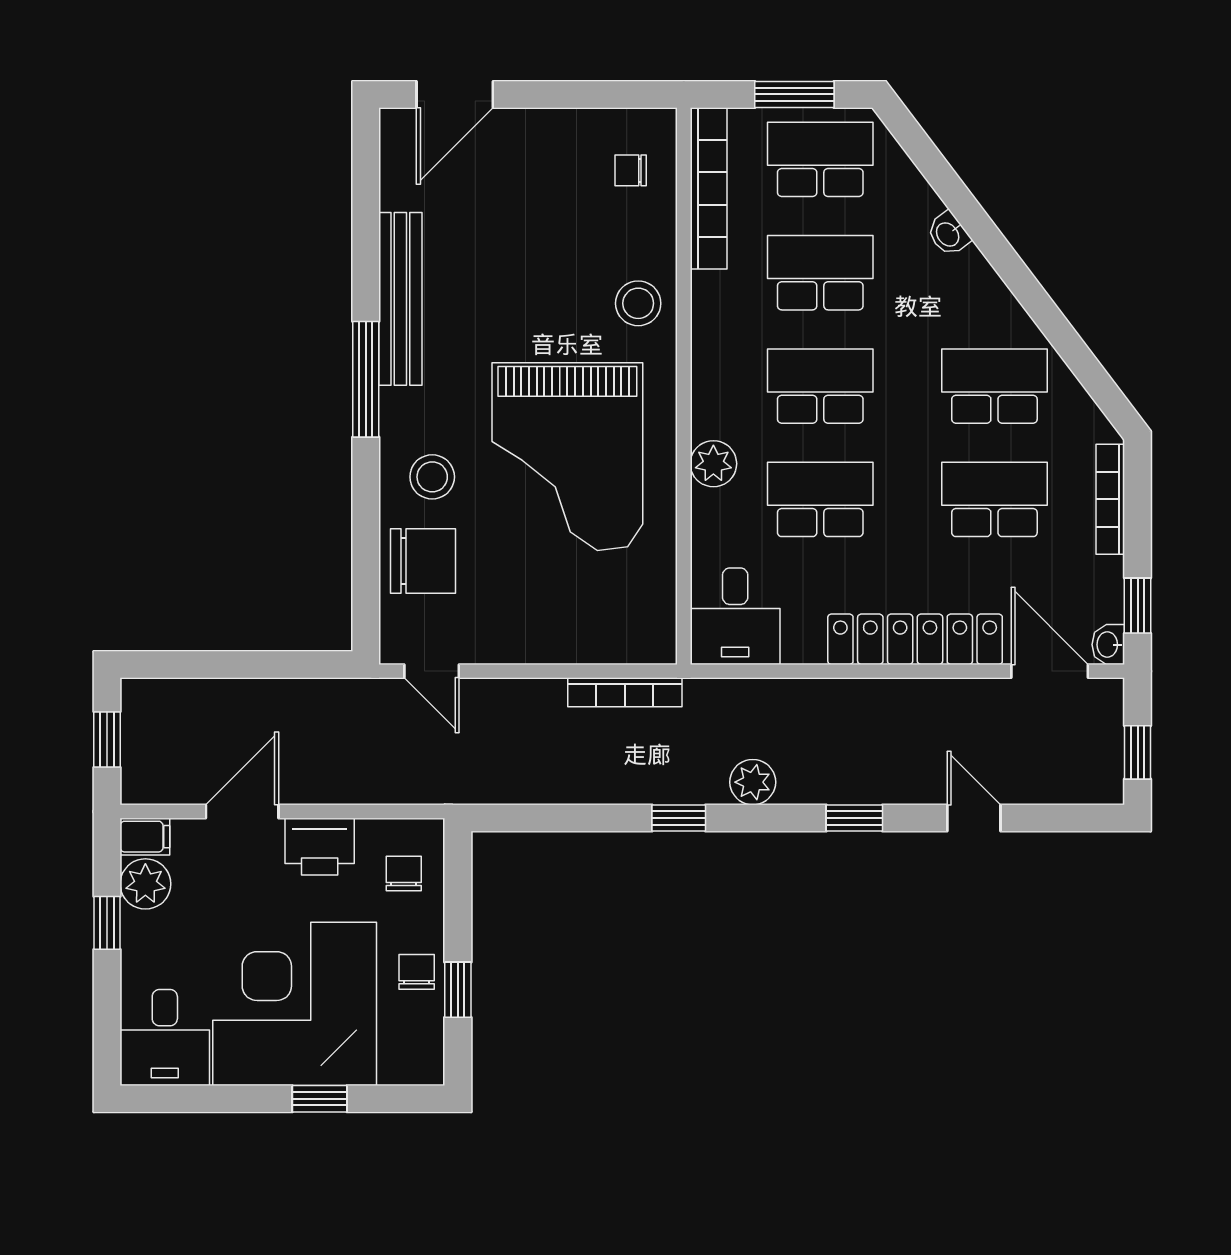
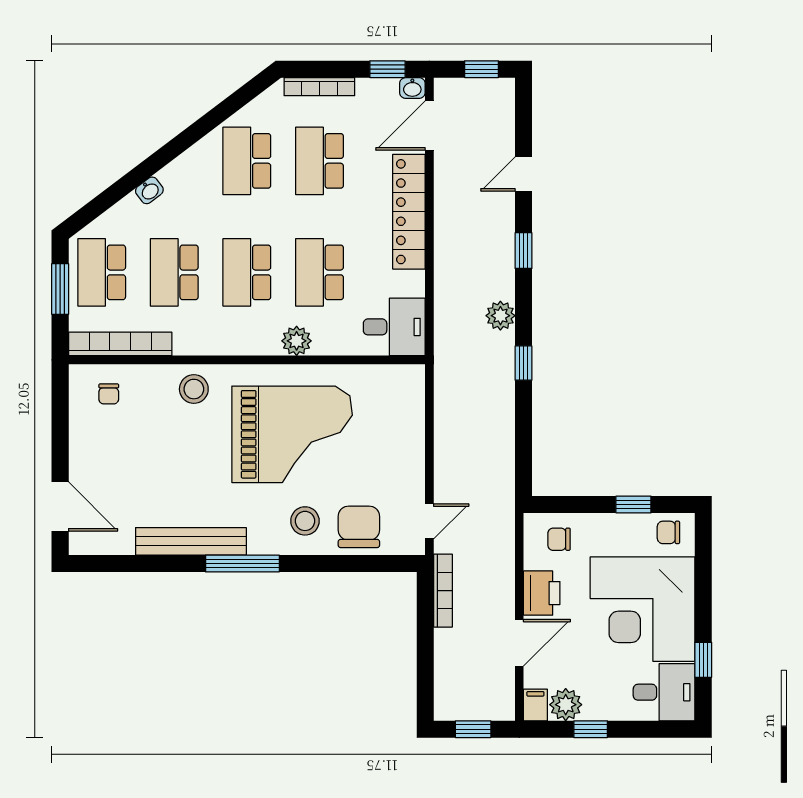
bookcase: (625, 692) -> (443, 591), moved
door: (242, 811) -> (519, 643), swing flipped
chair: (417, 972) -> (668, 532), moved
window: (320, 1099) -> (703, 660), moved

